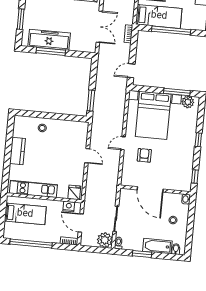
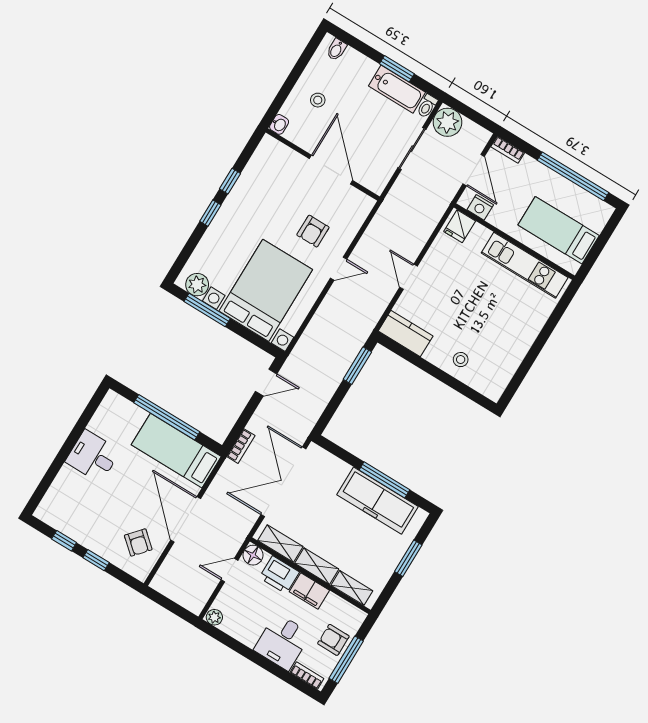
double door: (99, 27) -> (283, 482), width x1.36
kitchen counter: (18, 151) -> (406, 334), moved, turned 90
window: (195, 176) -> (230, 181), moved
bathtub: (157, 246) -> (397, 89), moved

